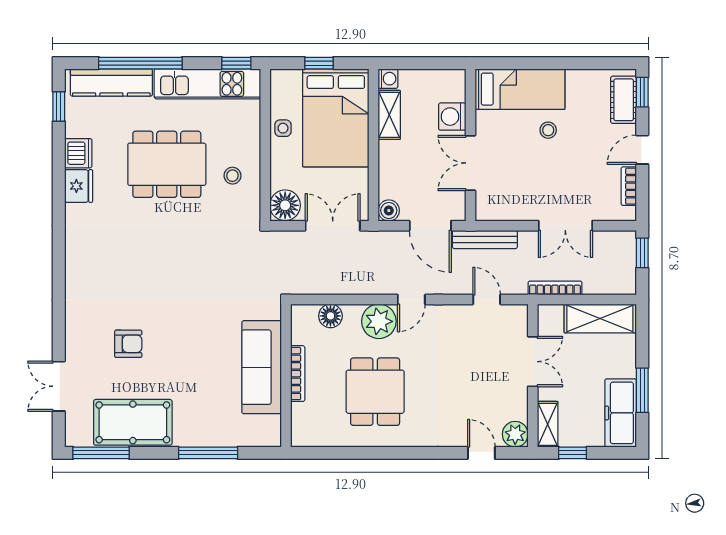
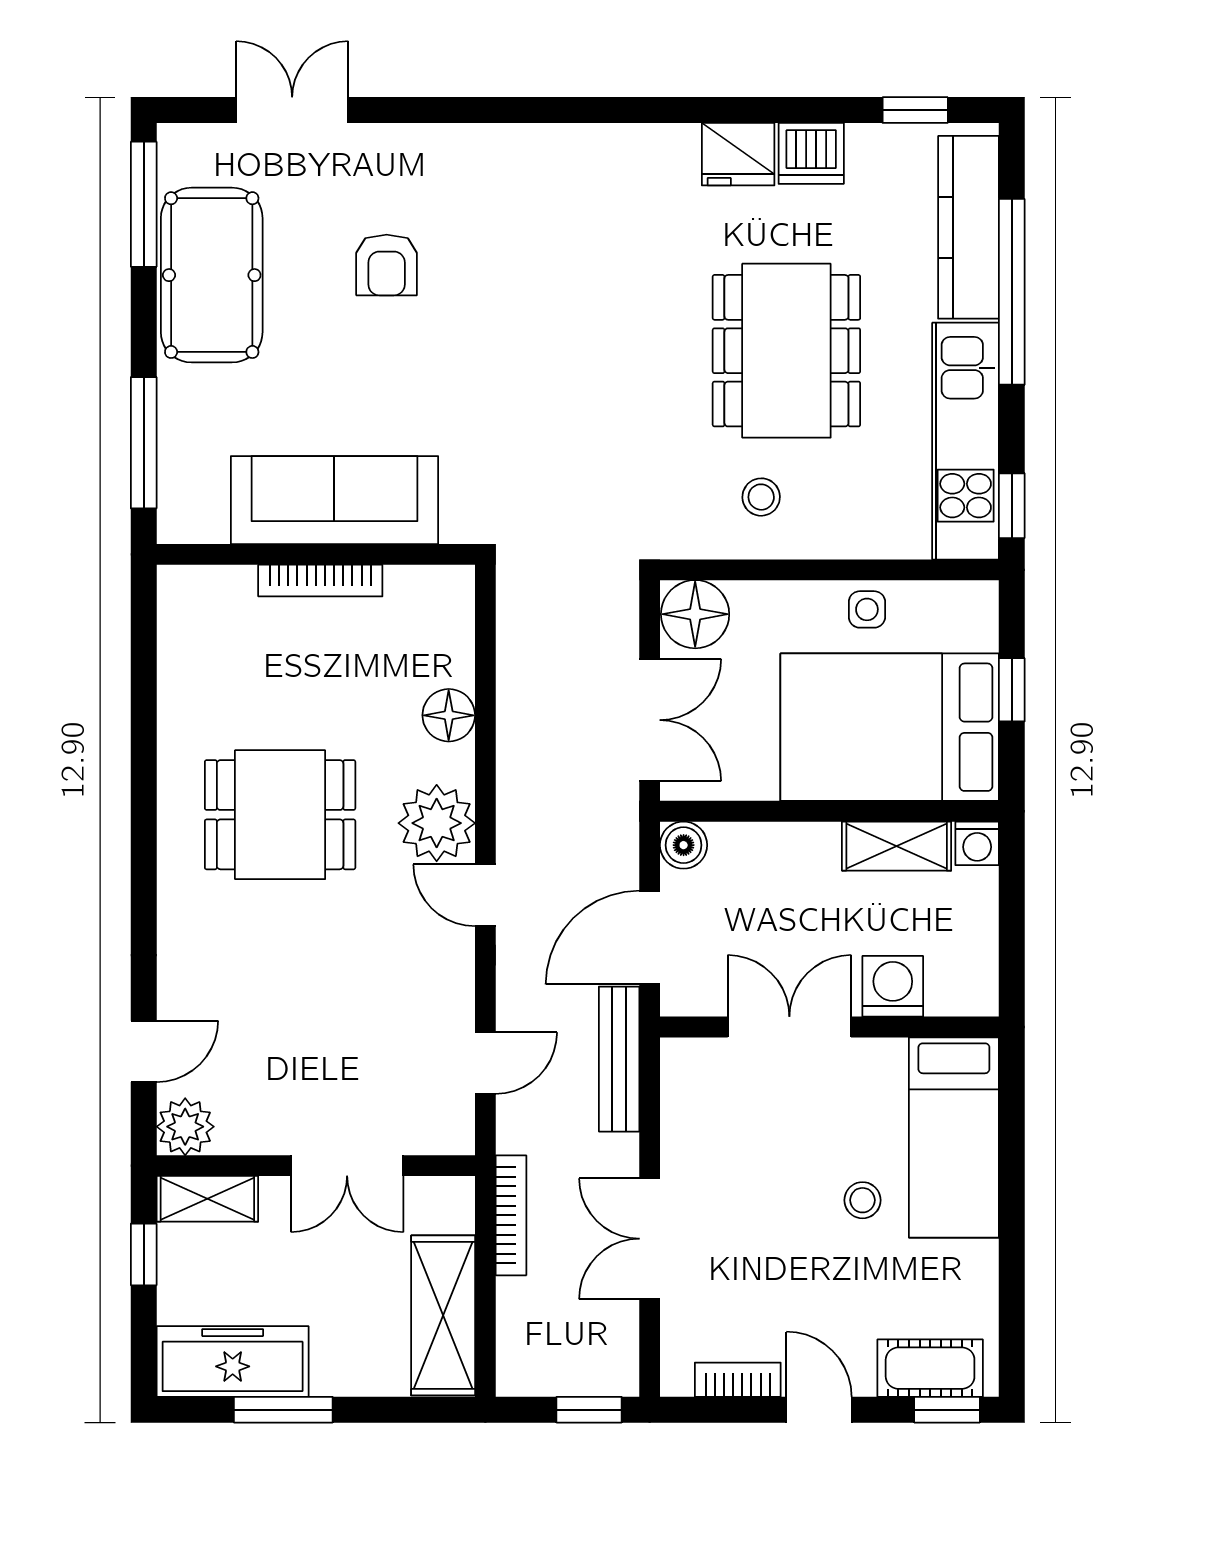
sofa: (262, 367) -> (334, 500), moved
bookcase: (298, 374) -> (320, 581), moved
wall: (286, 376) -> (316, 554), moved

